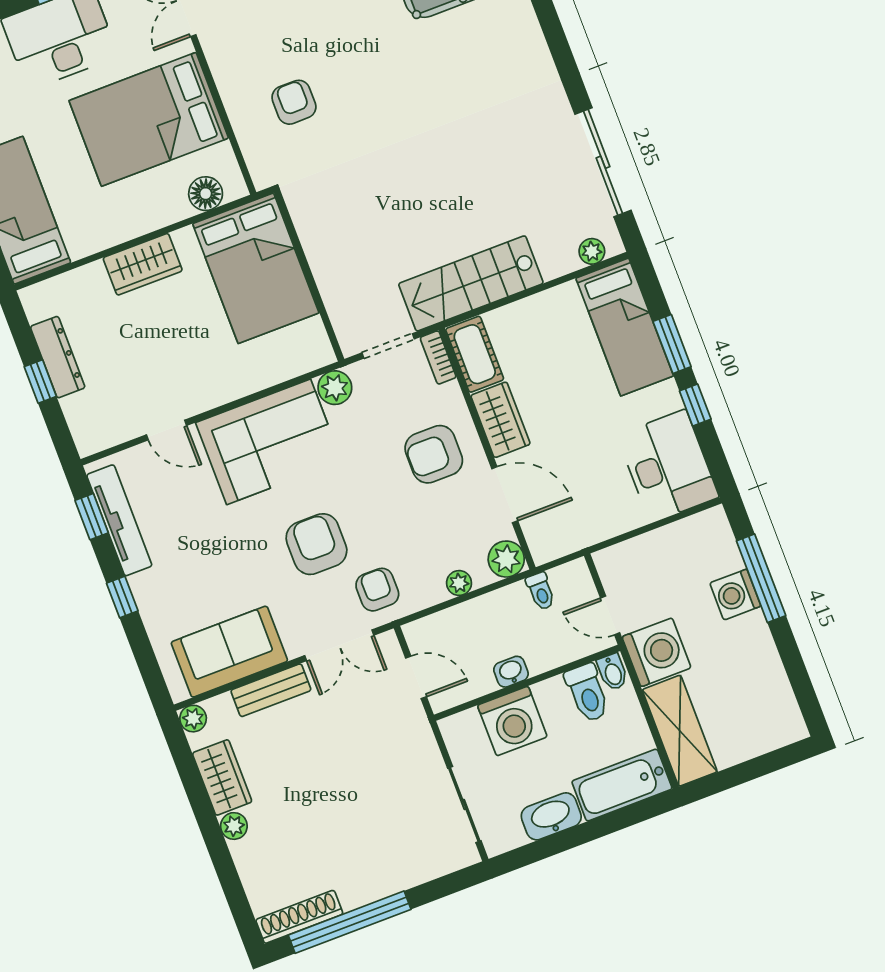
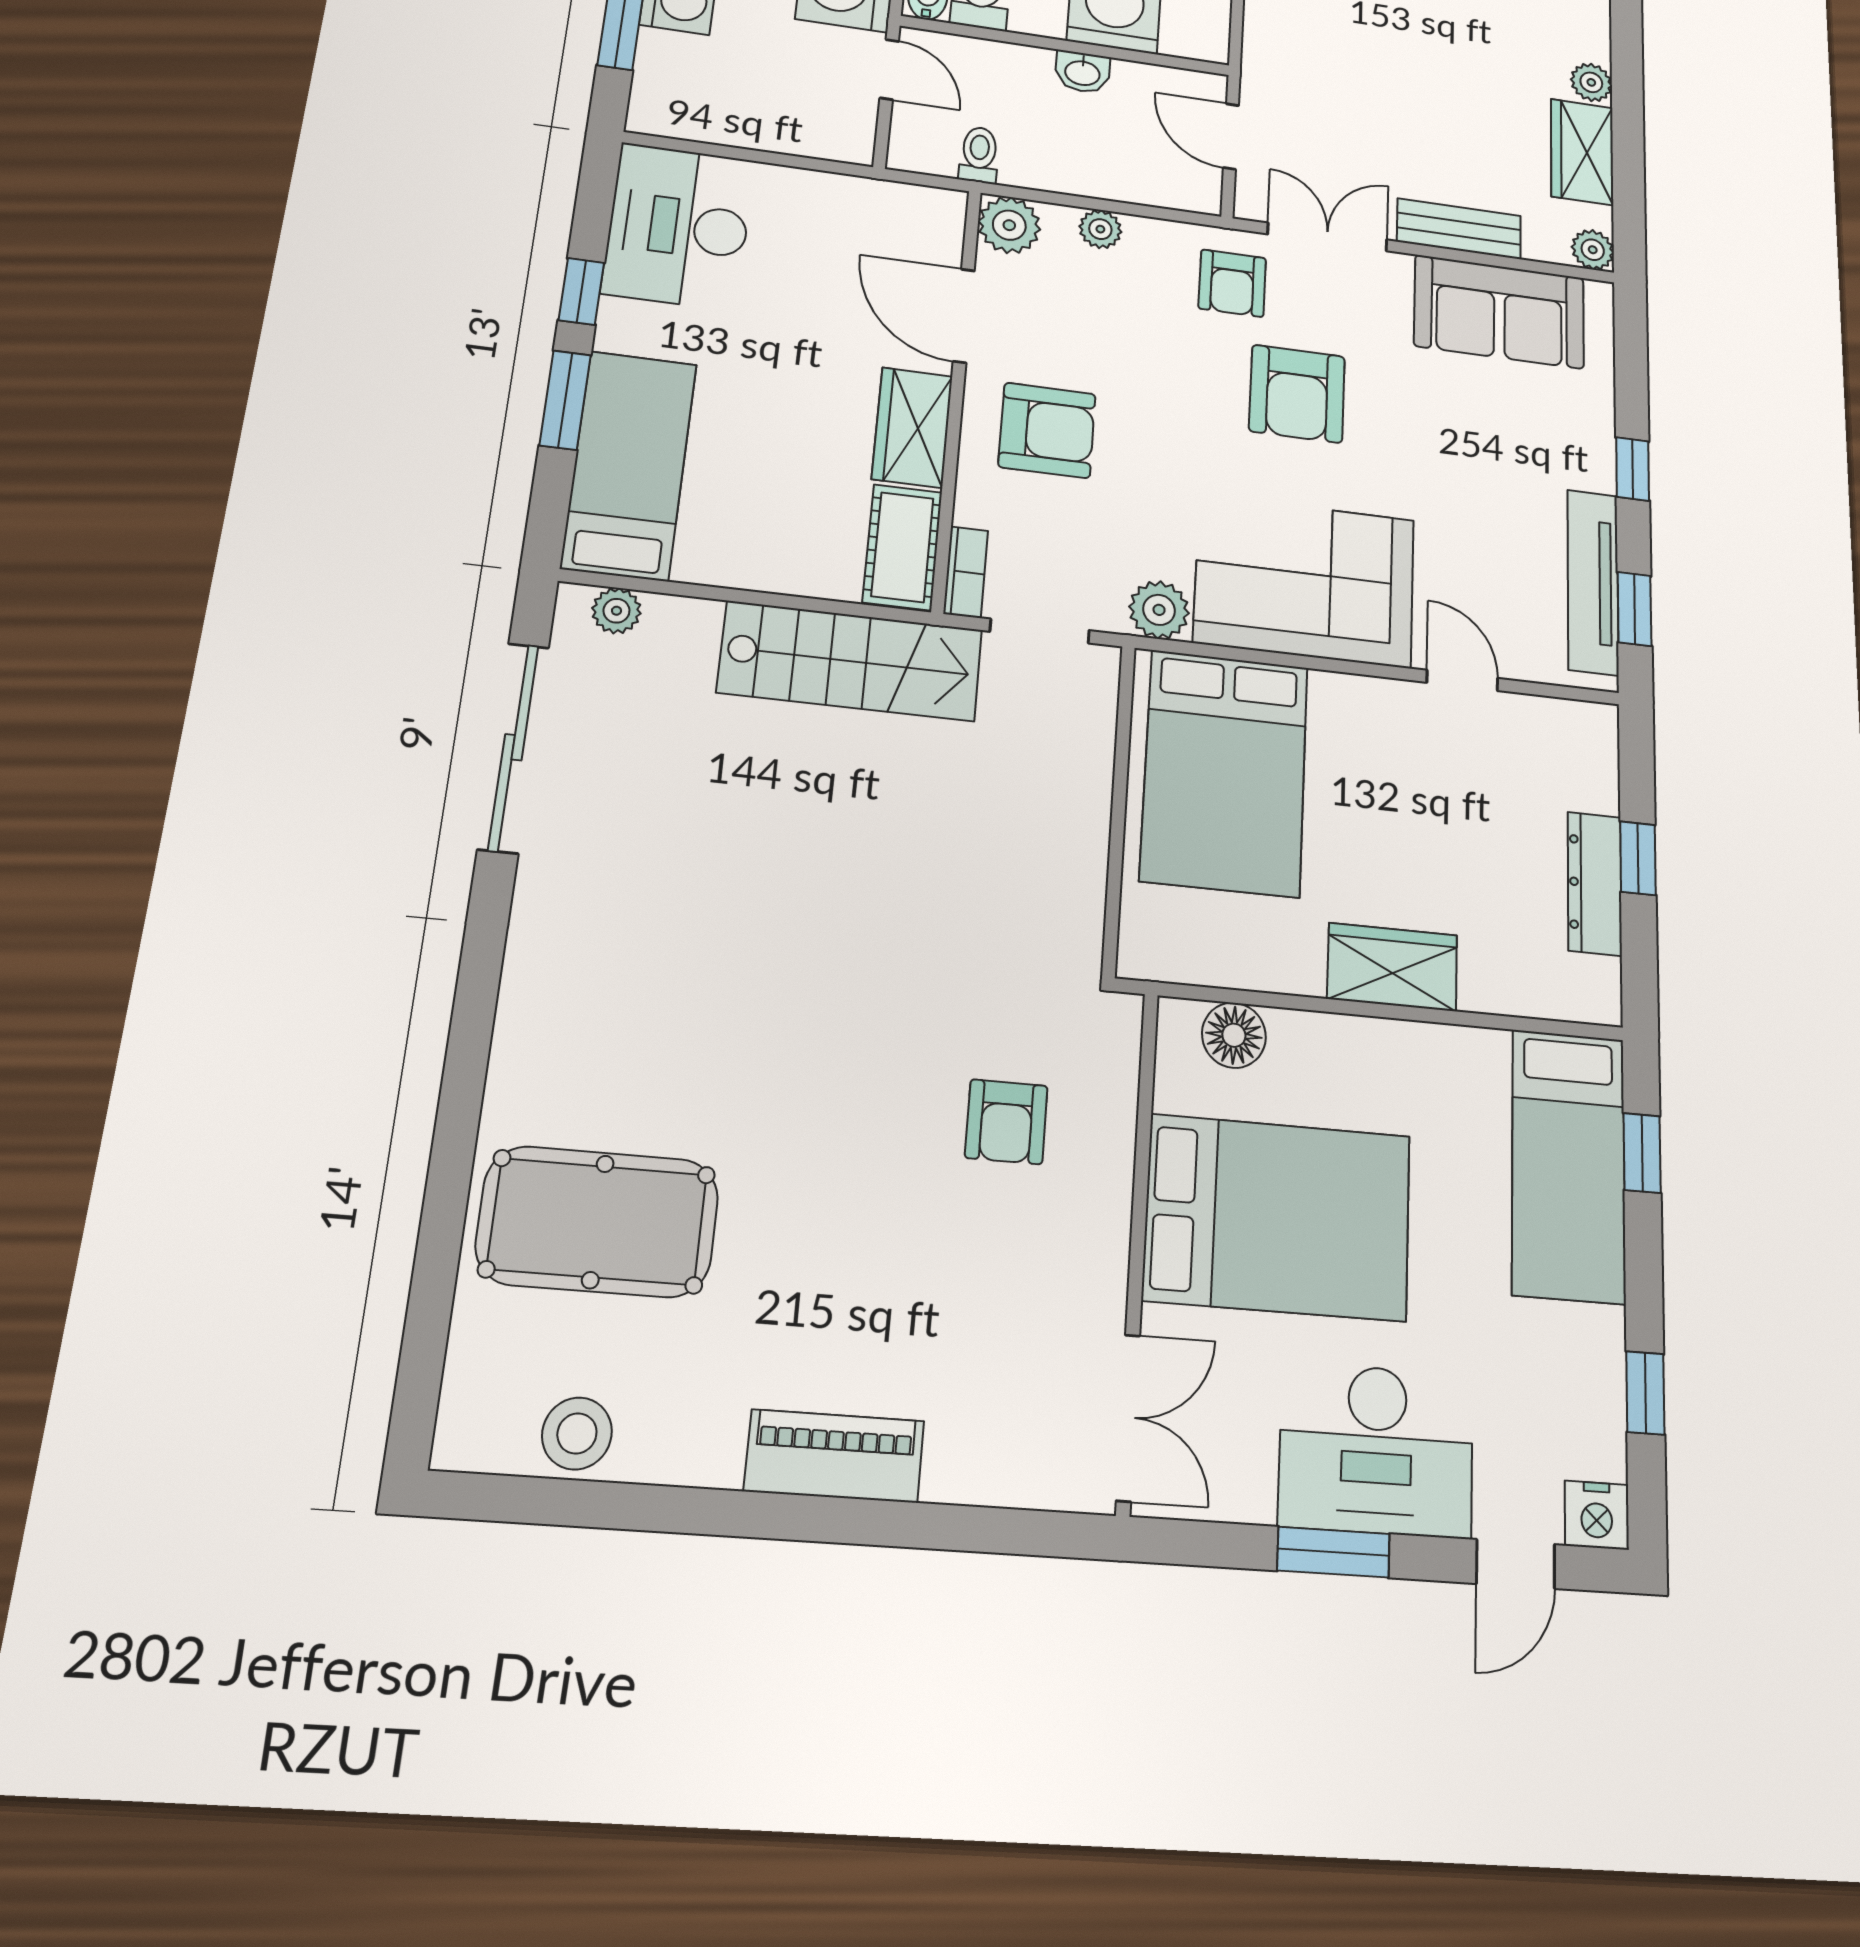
bed: (256, 268) -> (1225, 773), moved, turned 180

